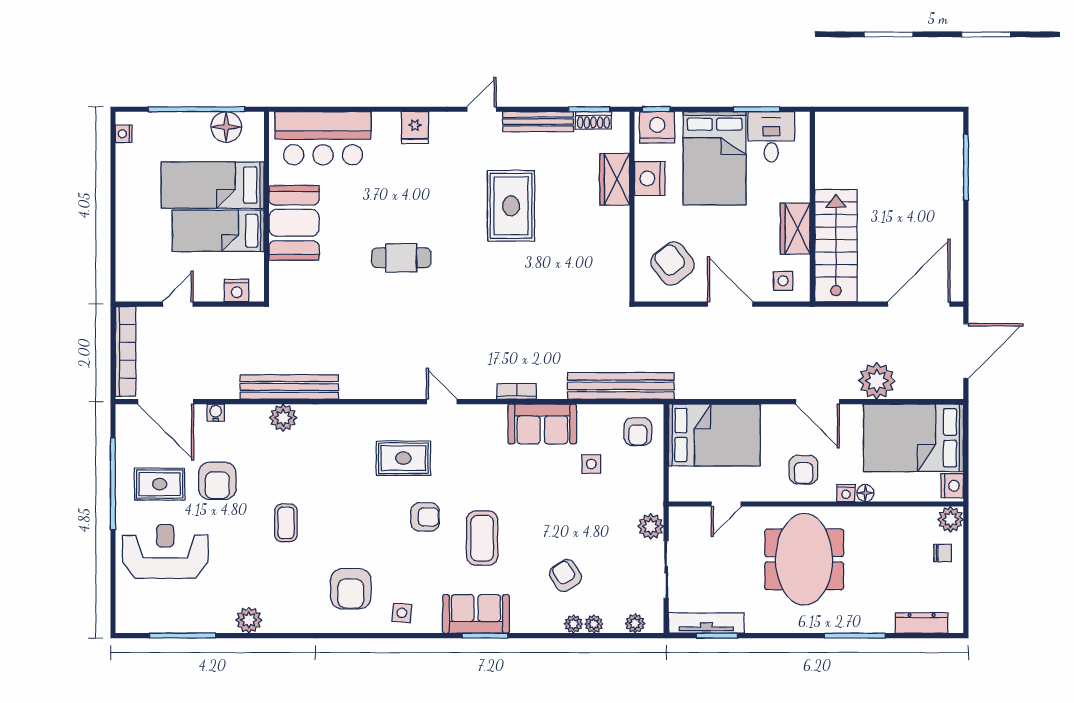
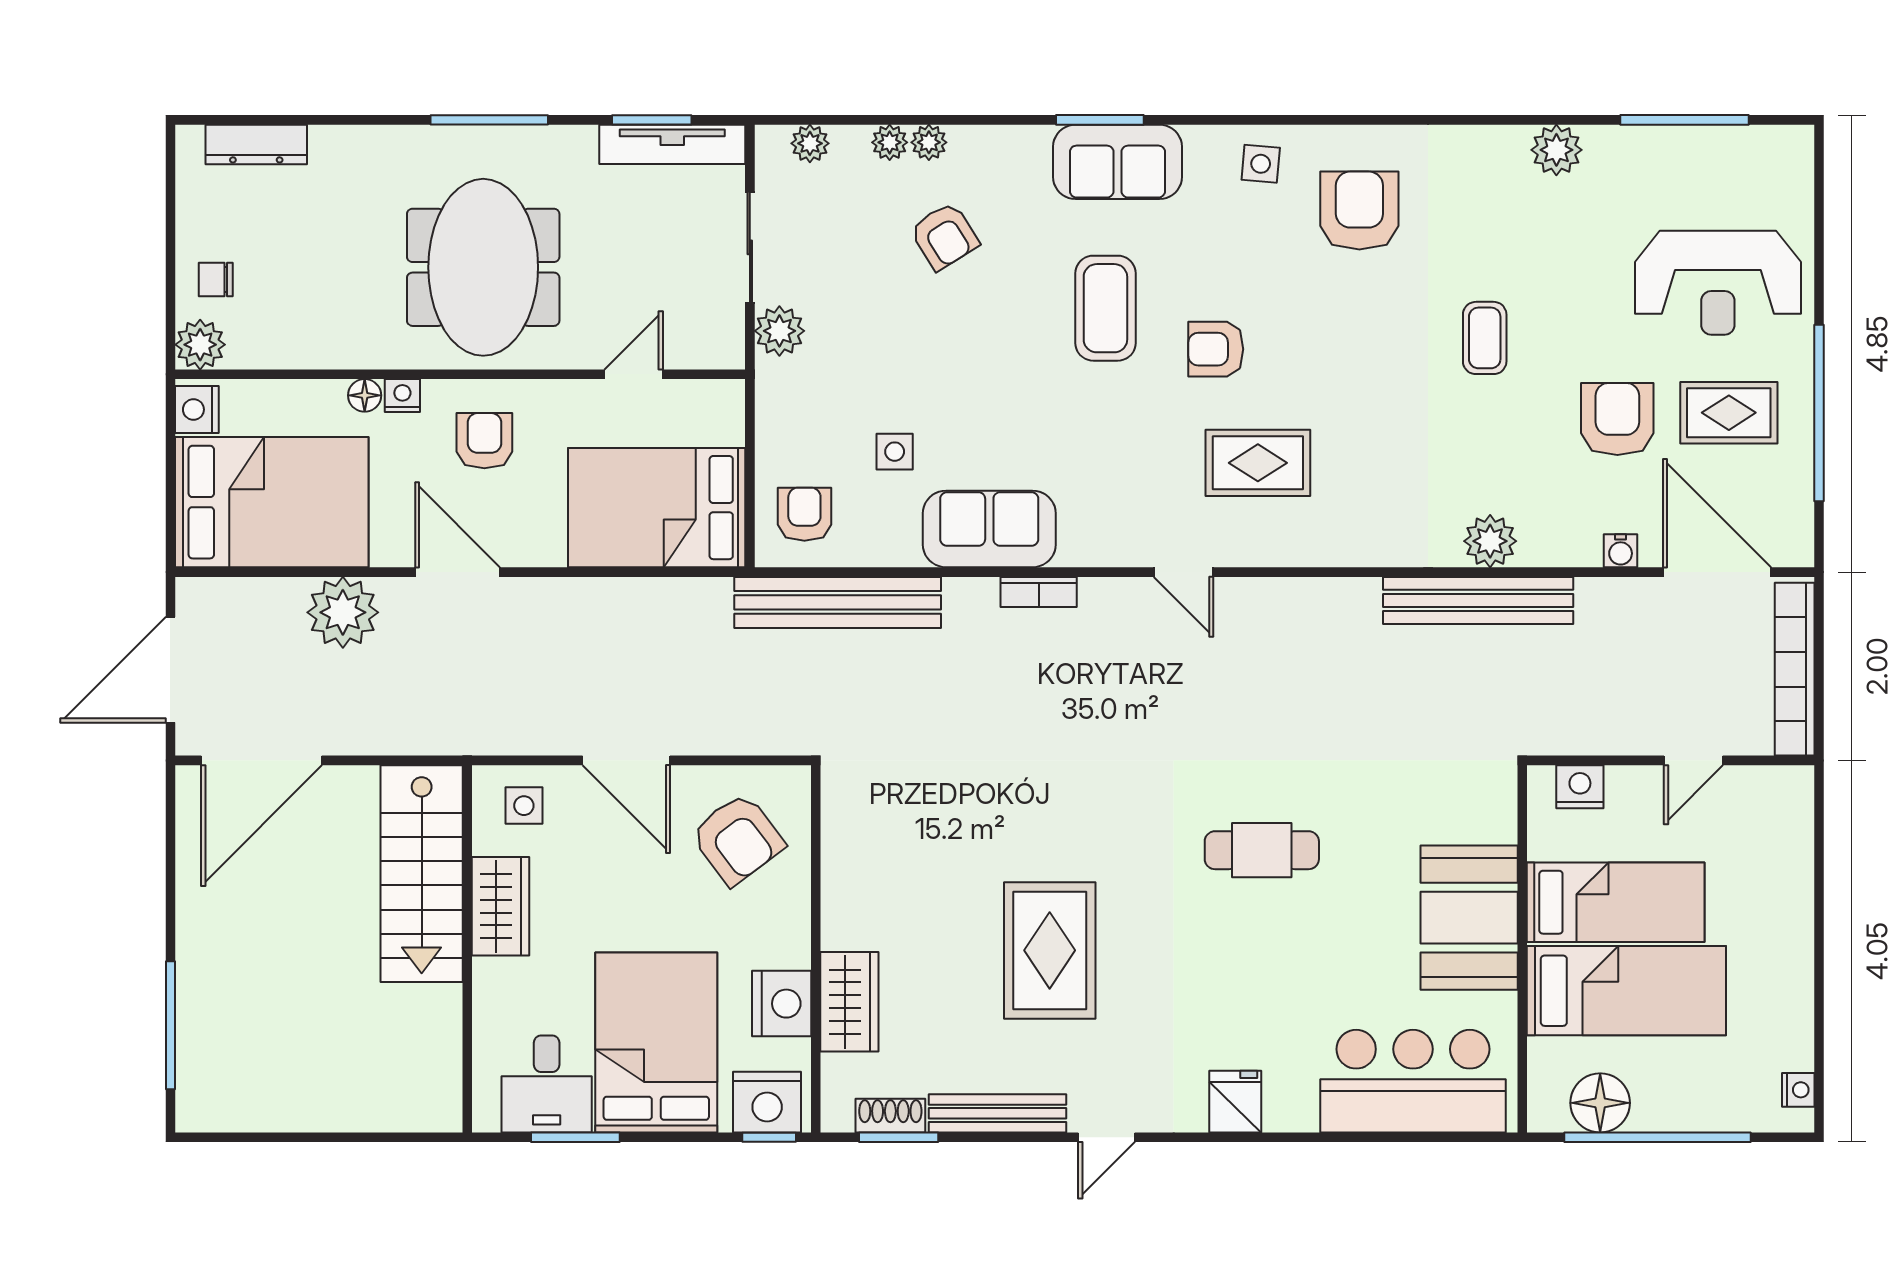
window: (855, 636) -> (489, 120), moved

